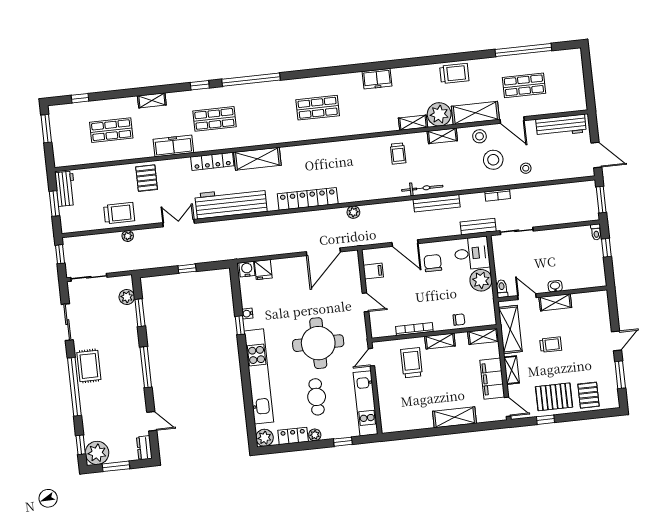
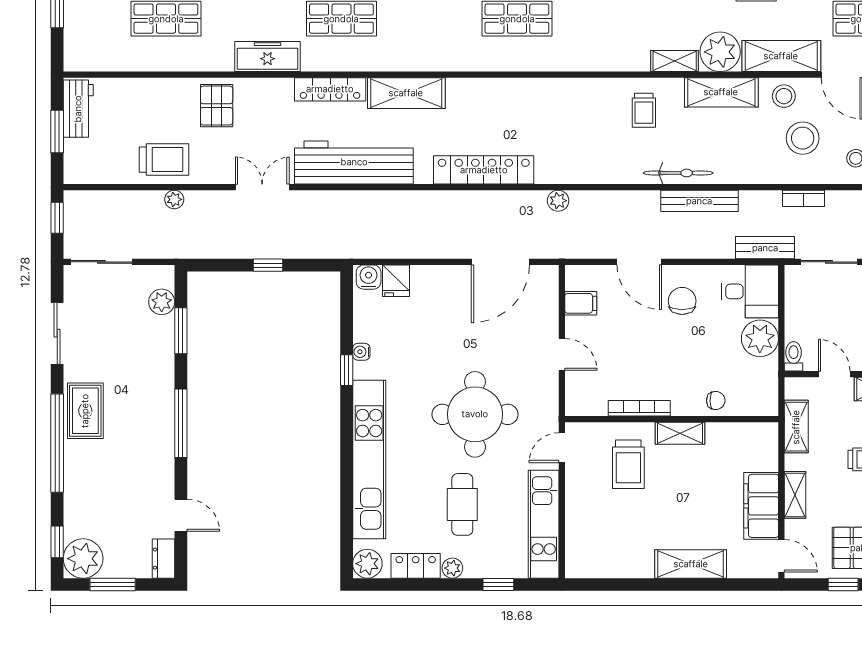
shelving: (442, 136) -> (721, 92), width x1.50, depth x1.33
shelving: (510, 330) -> (796, 427), width x0.67, depth x0.75
shelving: (483, 336) -> (753, 433), removed
trolley: (412, 363) -> (628, 464), turned 180

